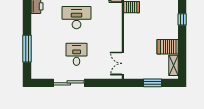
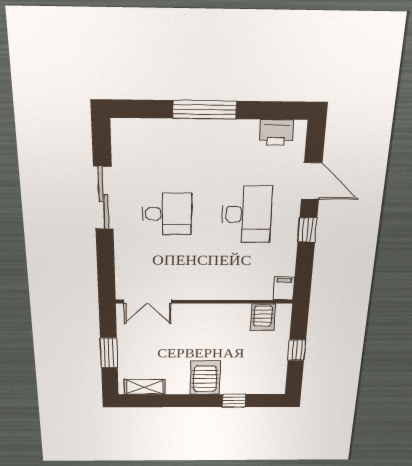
server rack: (168, 47) -> (205, 378), moved
window: (27, 49) -> (205, 110), moved
double door: (123, 63) -> (147, 302), swing flipped

